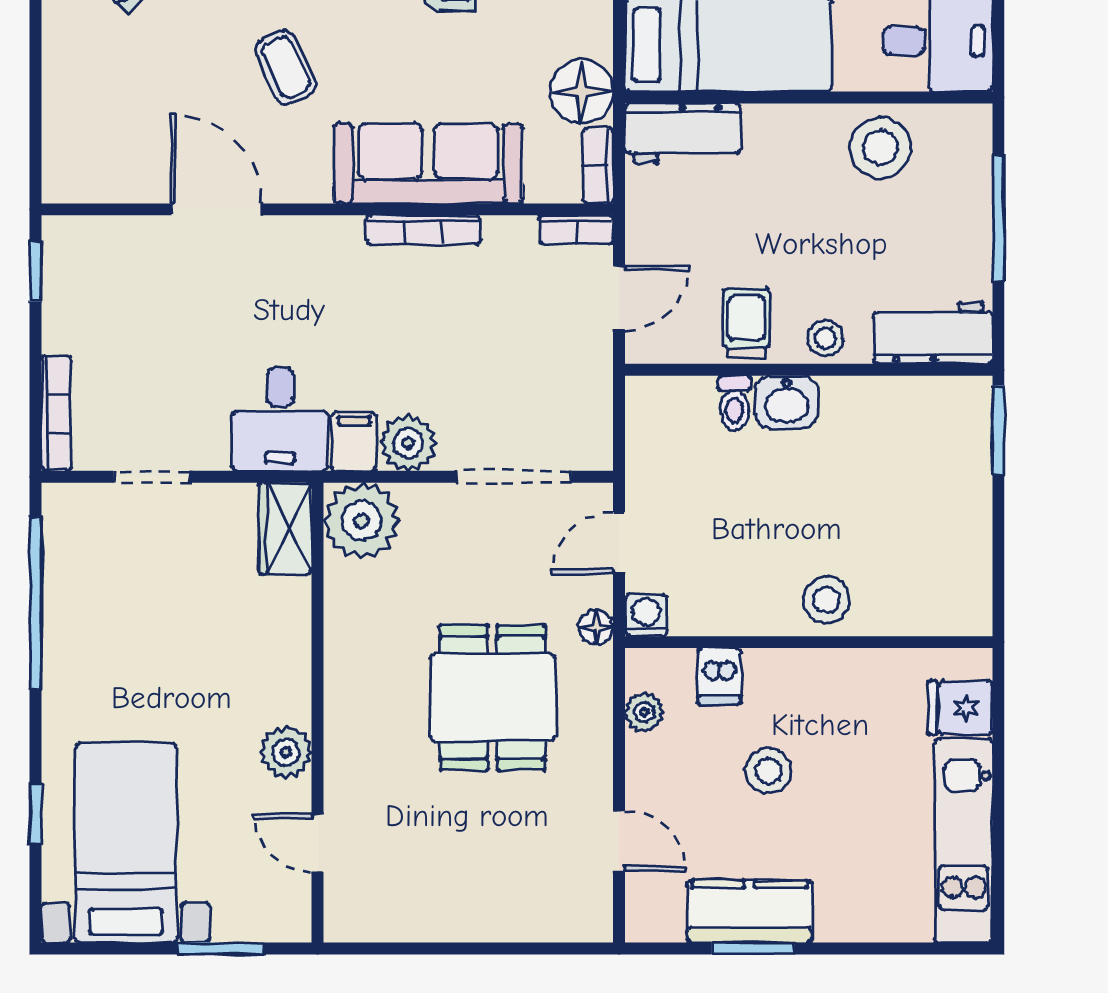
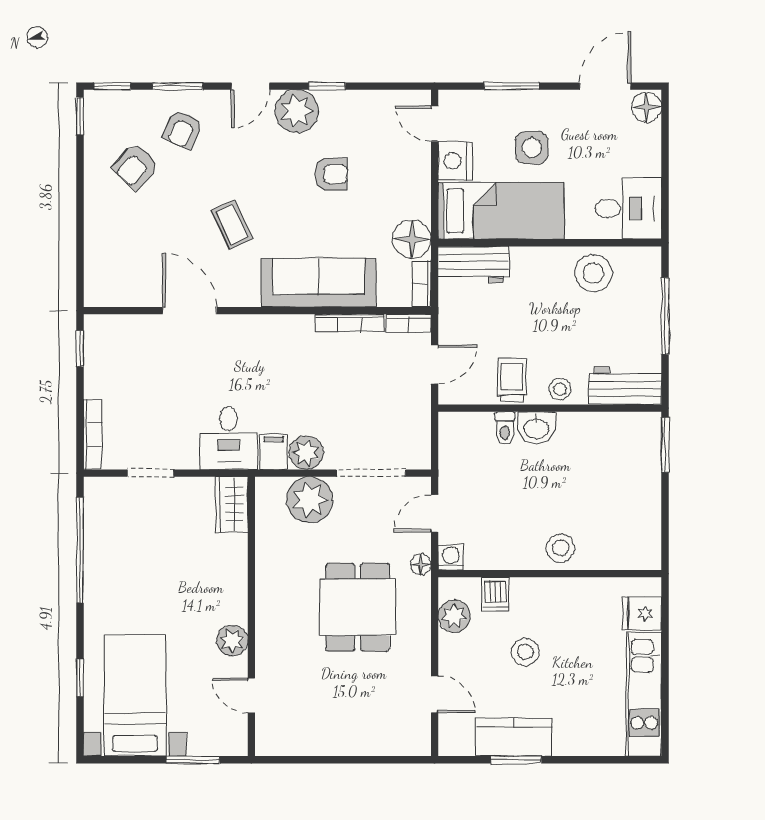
bookcase: (423, 230) -> (349, 323), moved
plant: (361, 521) -> (310, 500), moved
plant: (644, 712) -> (454, 616), width x1.38, depth x1.38

